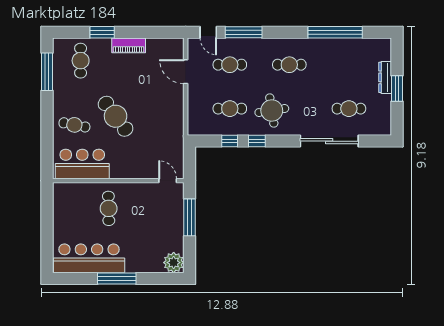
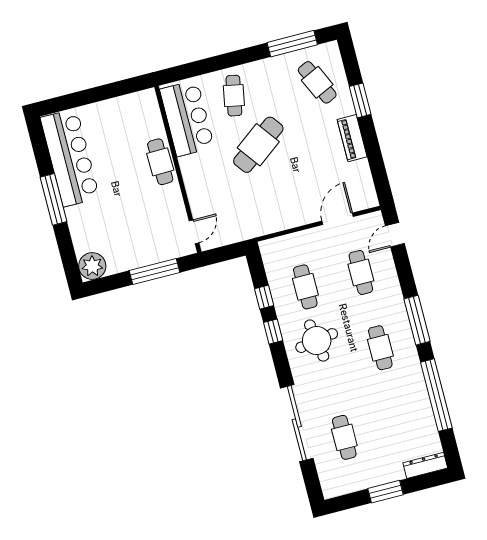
window: (244, 32) -> (417, 320), moved
cafe table: (81, 61) -> (317, 82), turned 65
dresser: (385, 77) -> (425, 465), moved
cafe table: (109, 208) -> (160, 162), moved, turned 90

